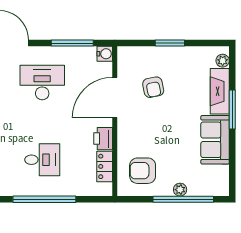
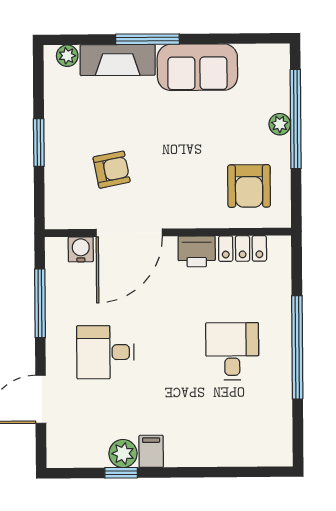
water cooler: (105, 54) -> (81, 249), moved
desk: (42, 83) -> (105, 352), width x0.73
door: (115, 98) -> (129, 233), hinge flipped

